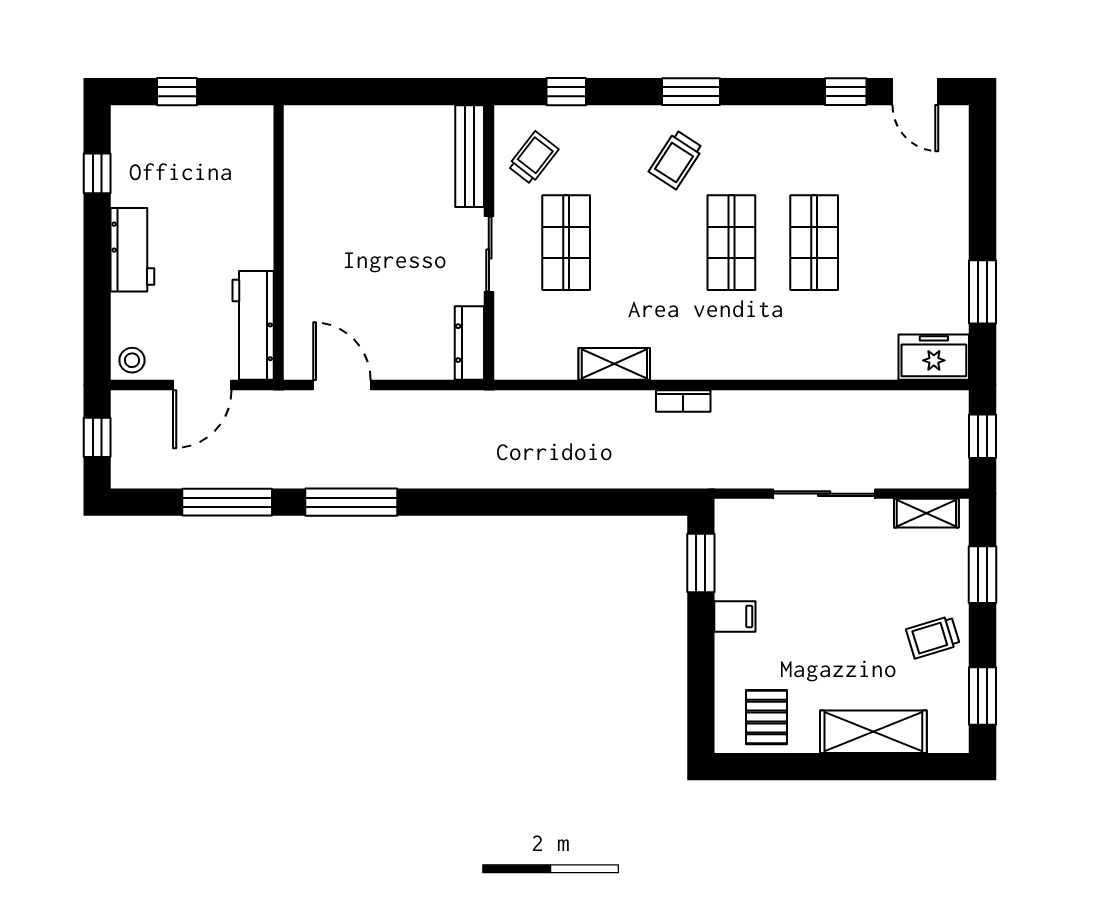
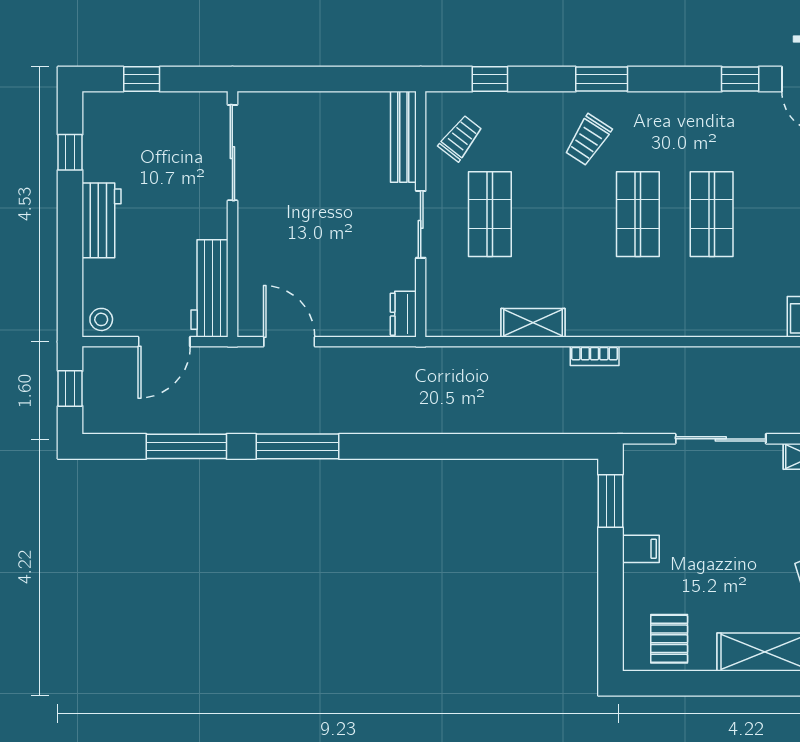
sliding door: (279, 174) -> (232, 153), added
dresser: (469, 343) -> (403, 314), width x0.70

